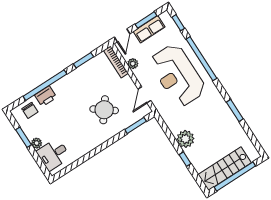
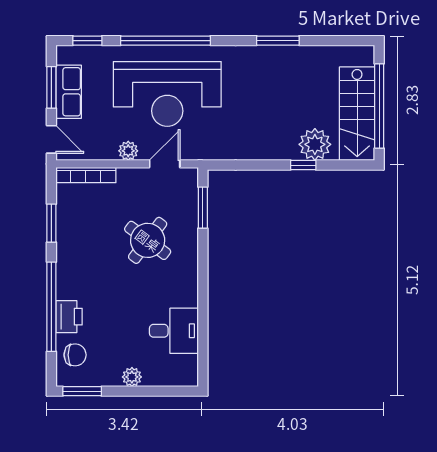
plant: (133, 64) -> (128, 151), moved
door: (144, 95) -> (165, 164), swing flipped
window: (24, 137) -> (82, 391), moved
plant: (185, 139) -> (315, 144), moved
desk: (53, 154) -> (174, 331), moved, turned -90

